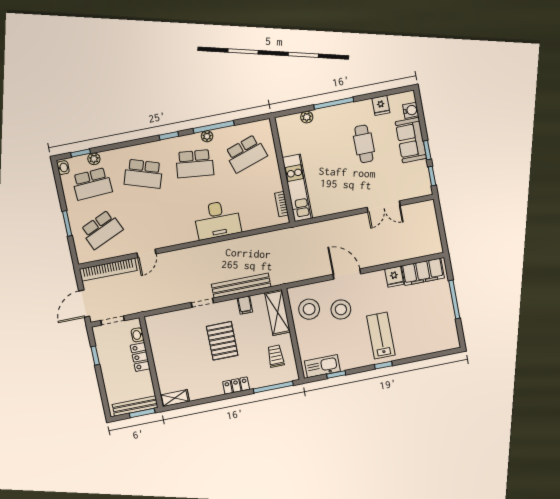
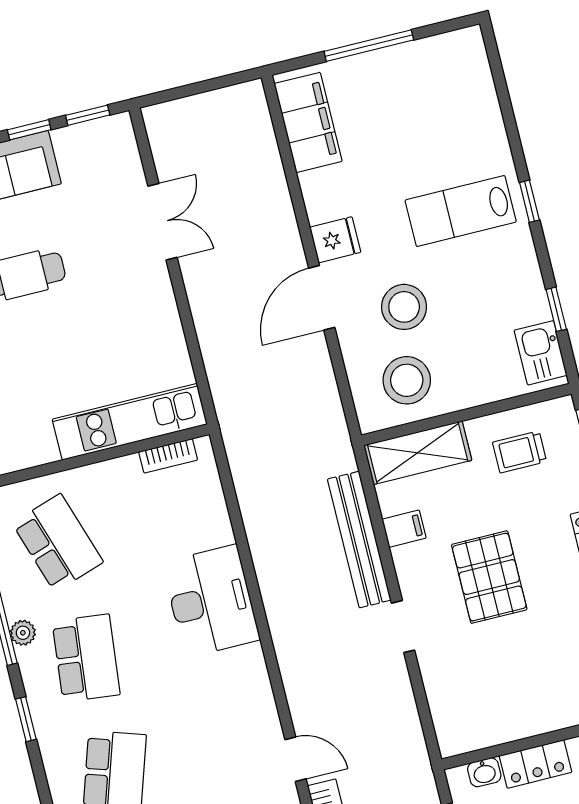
fridge: (394, 277) -> (335, 240), moved
pallet: (222, 341) -> (489, 577), turned 90
kitchen sink: (322, 366) -> (541, 353), width x0.73

